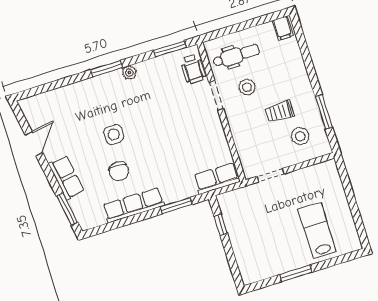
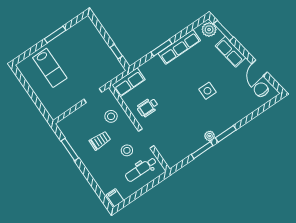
window: (170, 49) -> (202, 150), moved
wheelchair: (193, 69) -> (148, 107), moved, turned -90
stool: (300, 136) -> (111, 116), moved
chair: (119, 171) -> (261, 90), moved
window: (176, 206) -> (161, 48), moved
plant: (86, 216) -> (209, 30), added

